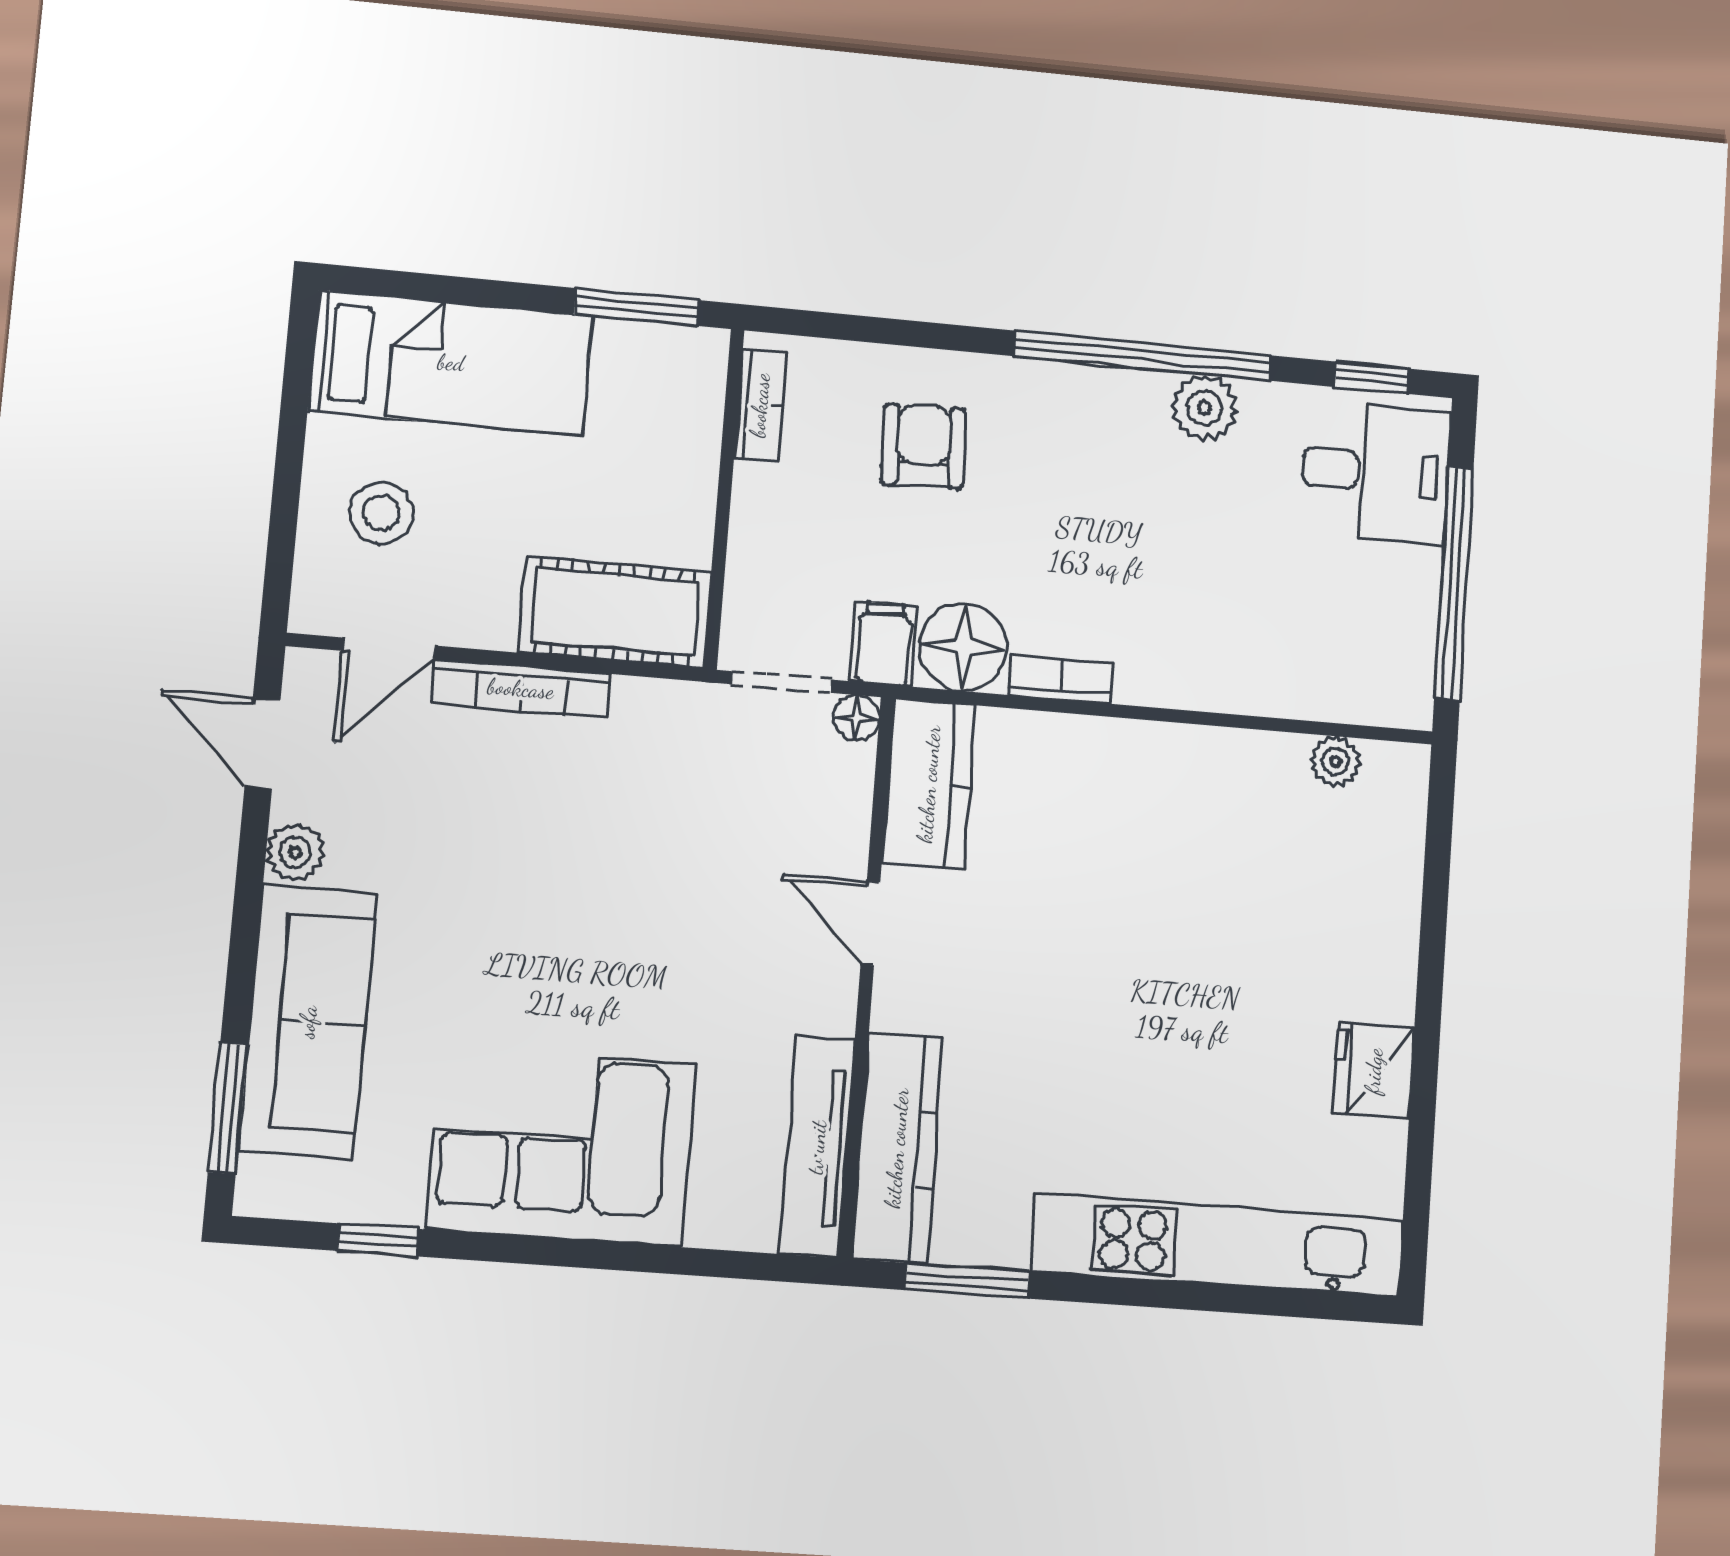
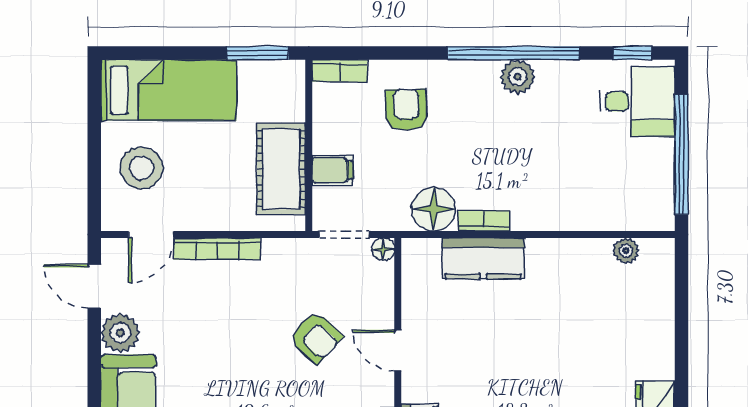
bookcase: (760, 405) -> (340, 71), moved, turned 90
plant: (1204, 408) -> (518, 77), moved
stool: (382, 513) -> (141, 168), width x1.38, depth x1.38
cot: (615, 612) -> (281, 169), moved, turned 90
filing cabinet: (883, 644) -> (332, 170), moved, turned 90
kitchen counter: (929, 784) -> (483, 258), moved, turned 90
plant: (295, 852) -> (120, 333), width x1.38, depth x1.38
armchair: (707, 884) -> (316, 337), added

